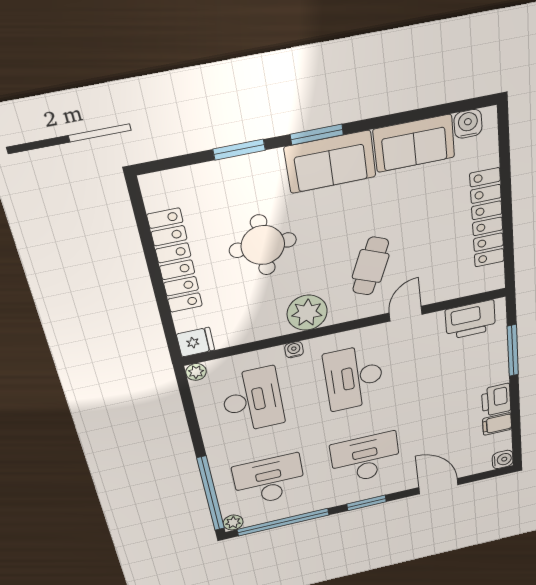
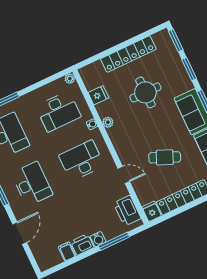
window: (170, 163) -> (176, 41), added
cafe table: (371, 266) -> (165, 157), moved
fridge: (489, 279) -> (152, 211), added
plant: (307, 313) -> (108, 122), width x0.53, depth x0.53
fridge: (195, 342) -> (98, 95), moved, turned -90
water cooler: (503, 459) -> (98, 239), moved

